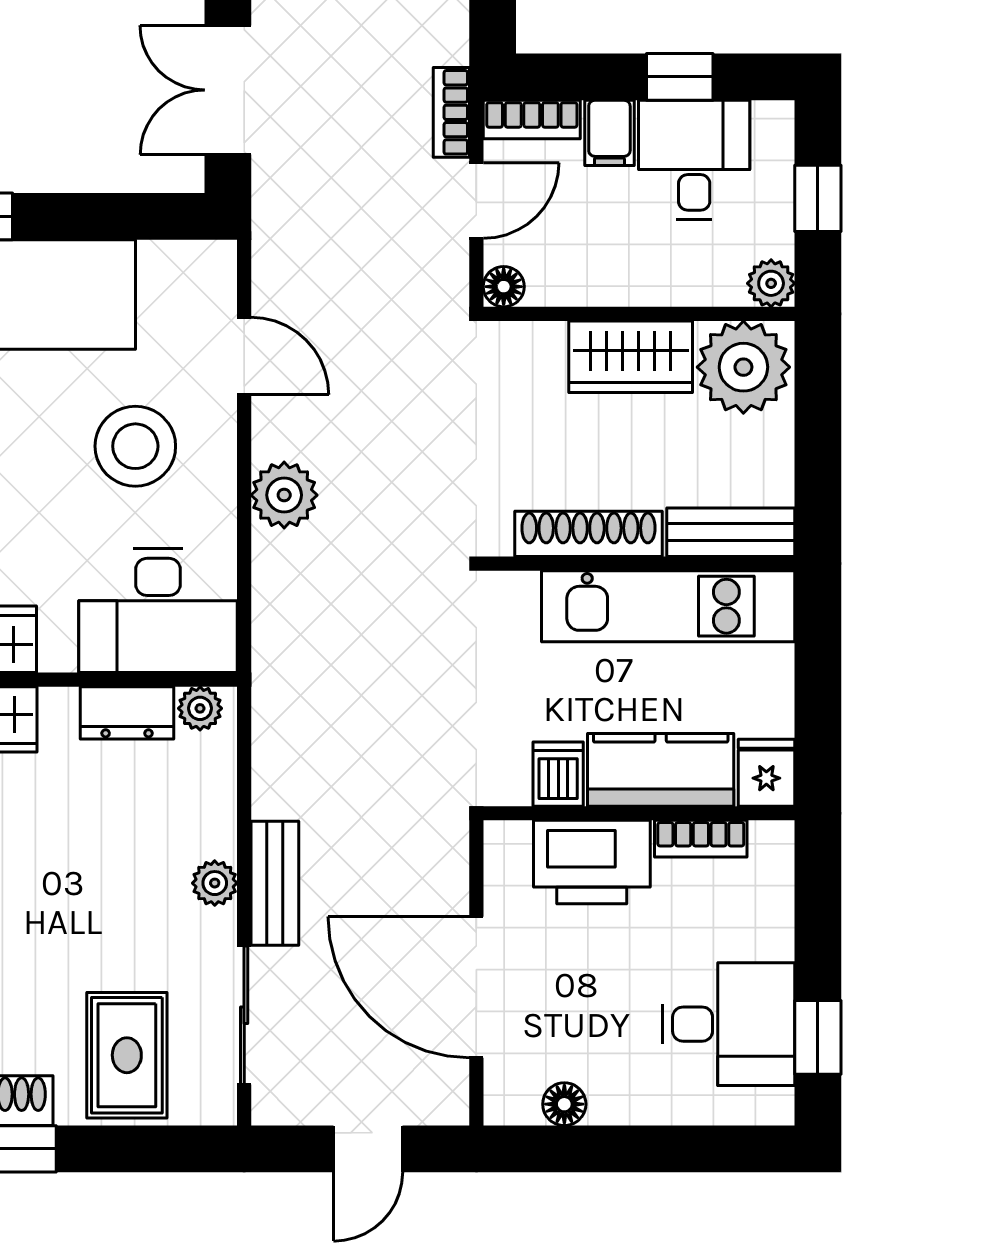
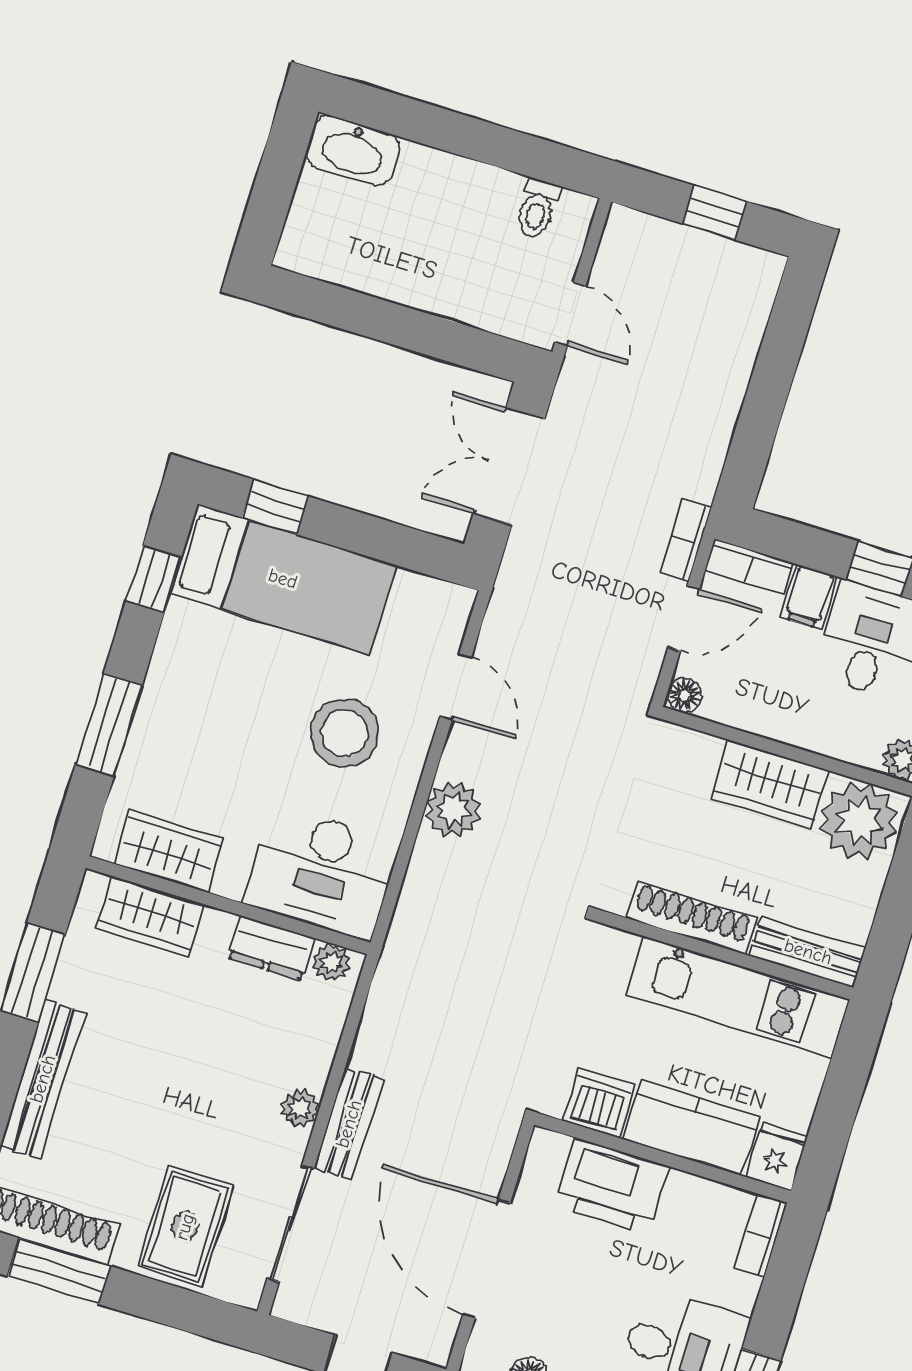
dishwasher: (558, 774) -> (599, 1103), width x1.38
bookcase: (701, 839) -> (761, 1235), moved, turned 90

